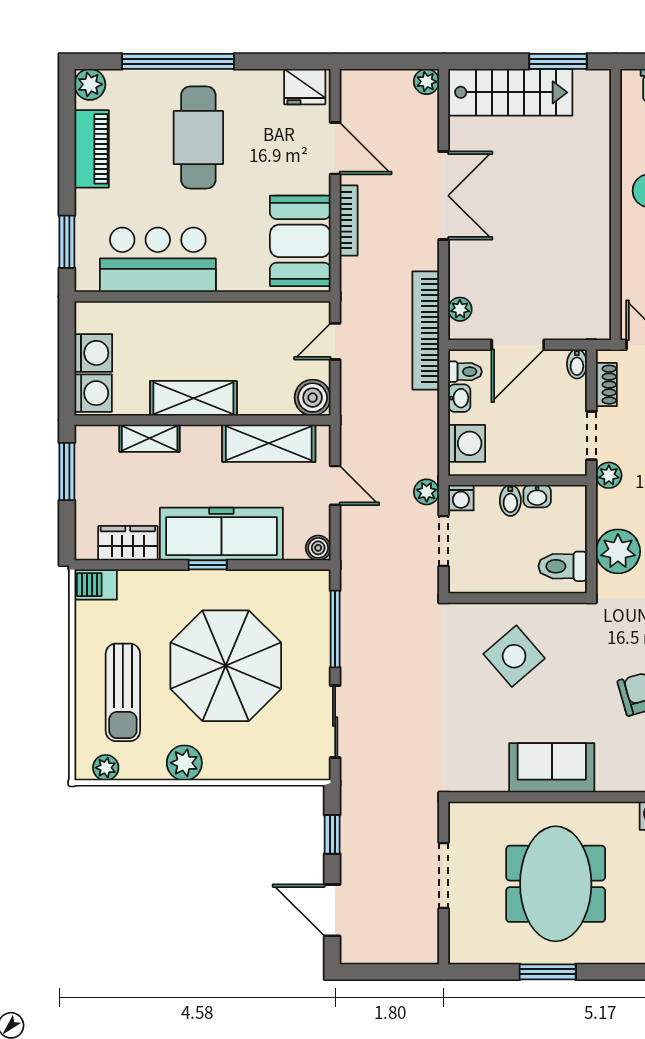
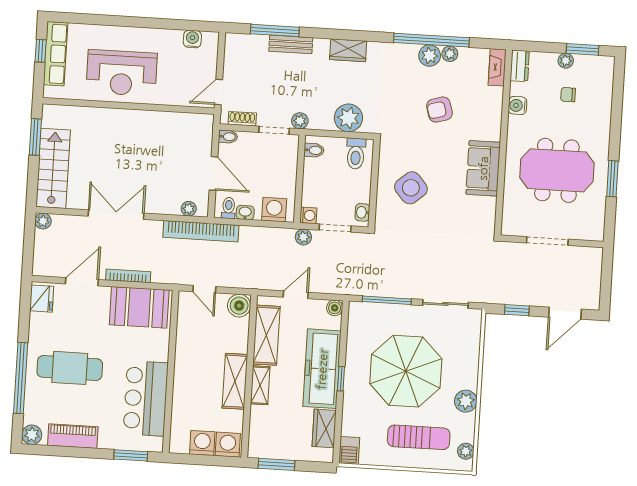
shelving: (150, 438) -> (260, 385), moved
washbasin: (537, 496) -> (362, 212), moved, turned 180
bidet: (510, 500) -> (314, 150), moved

